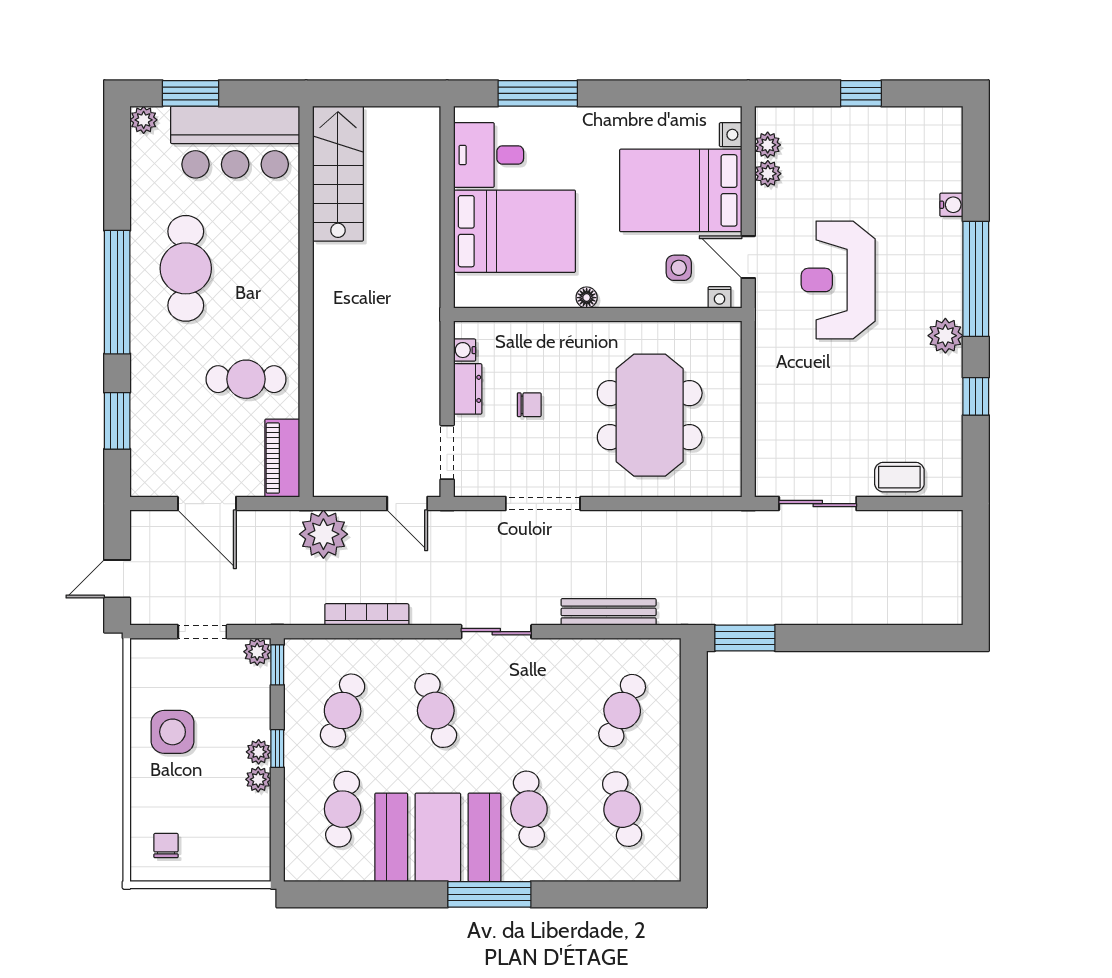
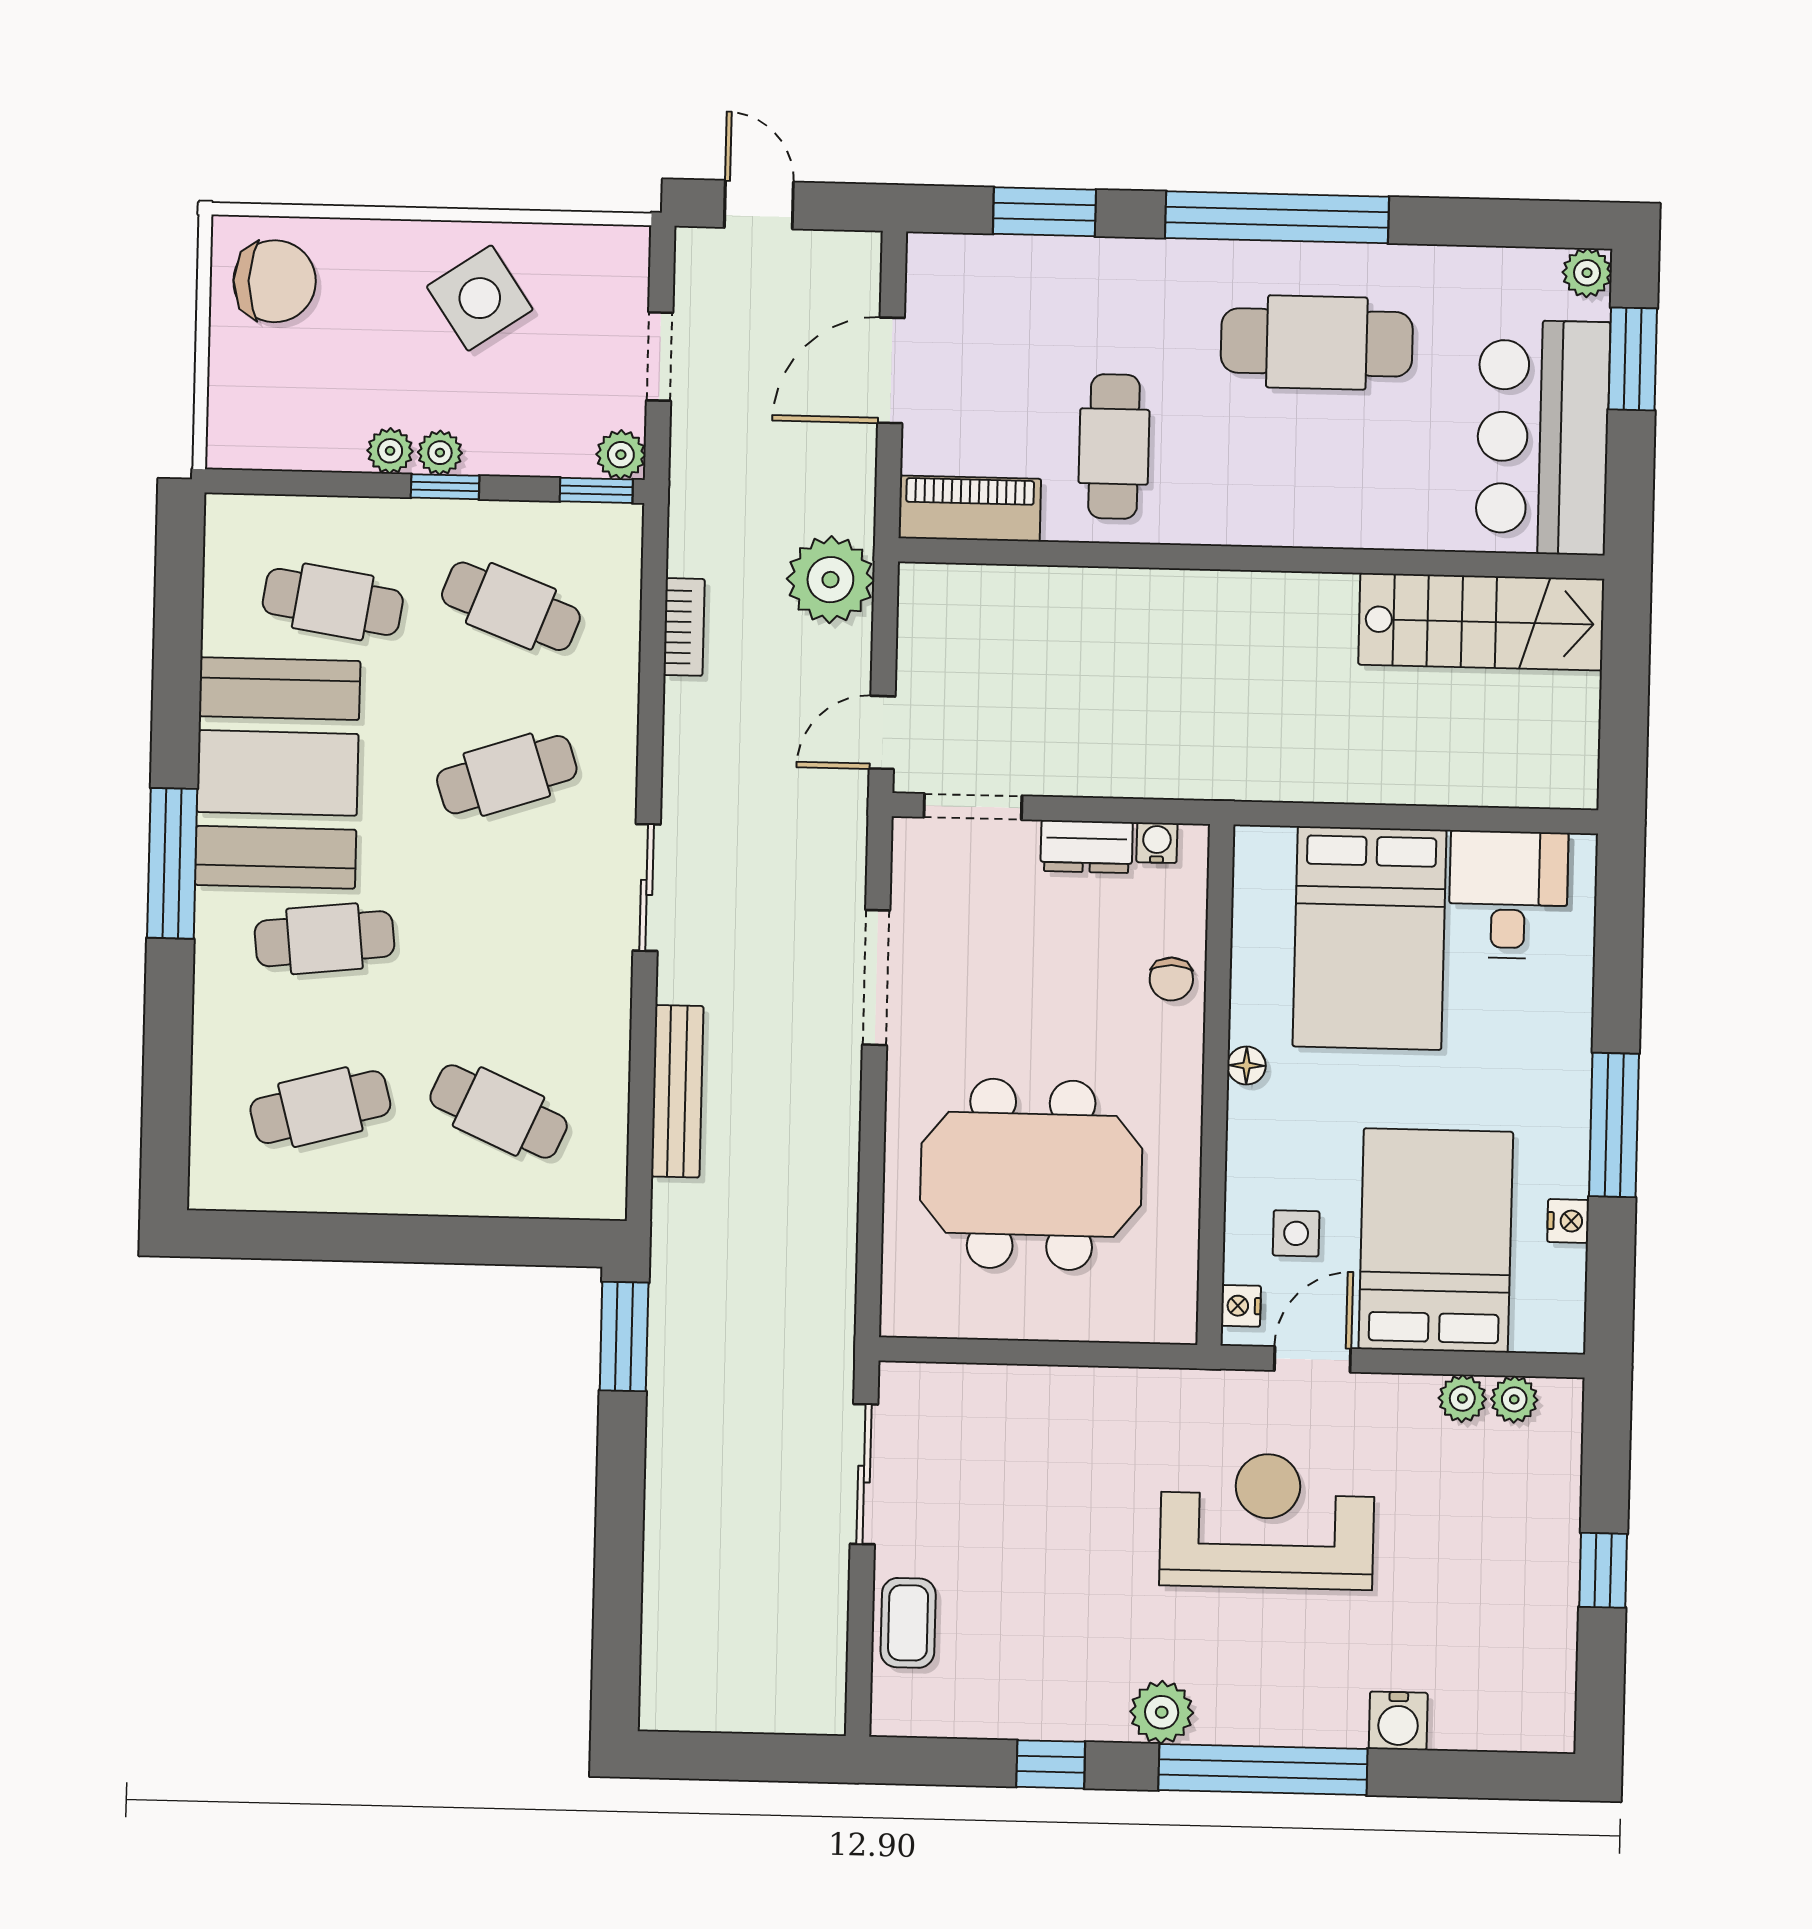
window: (538, 93) -> (1614, 1125), moved
nightstand: (731, 135) -> (1568, 1221), moved, turned -90
water cooler: (951, 205) -> (1398, 1721), width x1.38, depth x1.38
chair: (529, 405) -> (1171, 979), moved
bookcase: (367, 614) -> (684, 627), width x0.64
side table: (173, 732) -> (480, 298), turned -34
chair: (166, 846) -> (275, 281), width x1.87, depth x1.87

